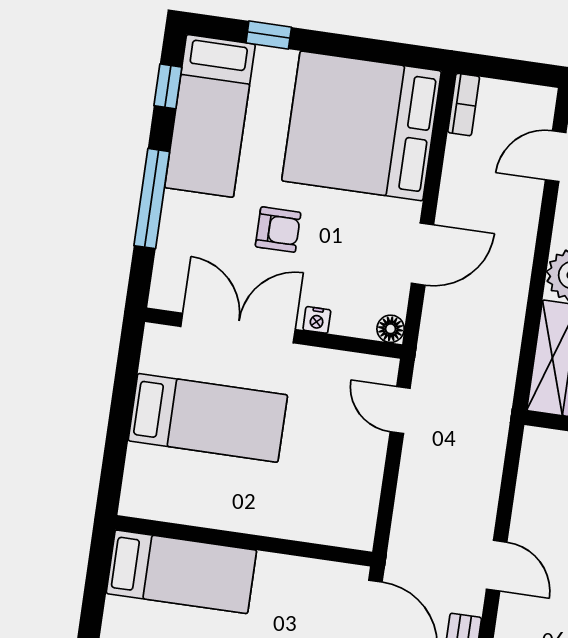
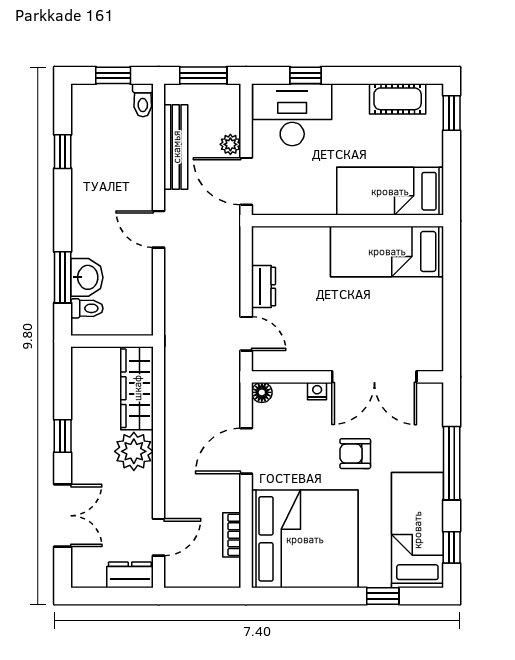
bookcase: (464, 105) -> (232, 535), moved
bed: (208, 418) -> (387, 251), moved
dresser: (368, 469) -> (263, 286), added

